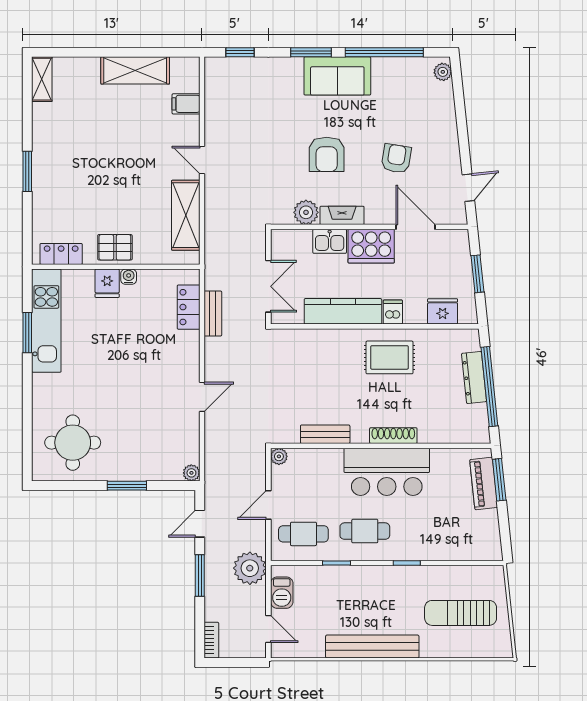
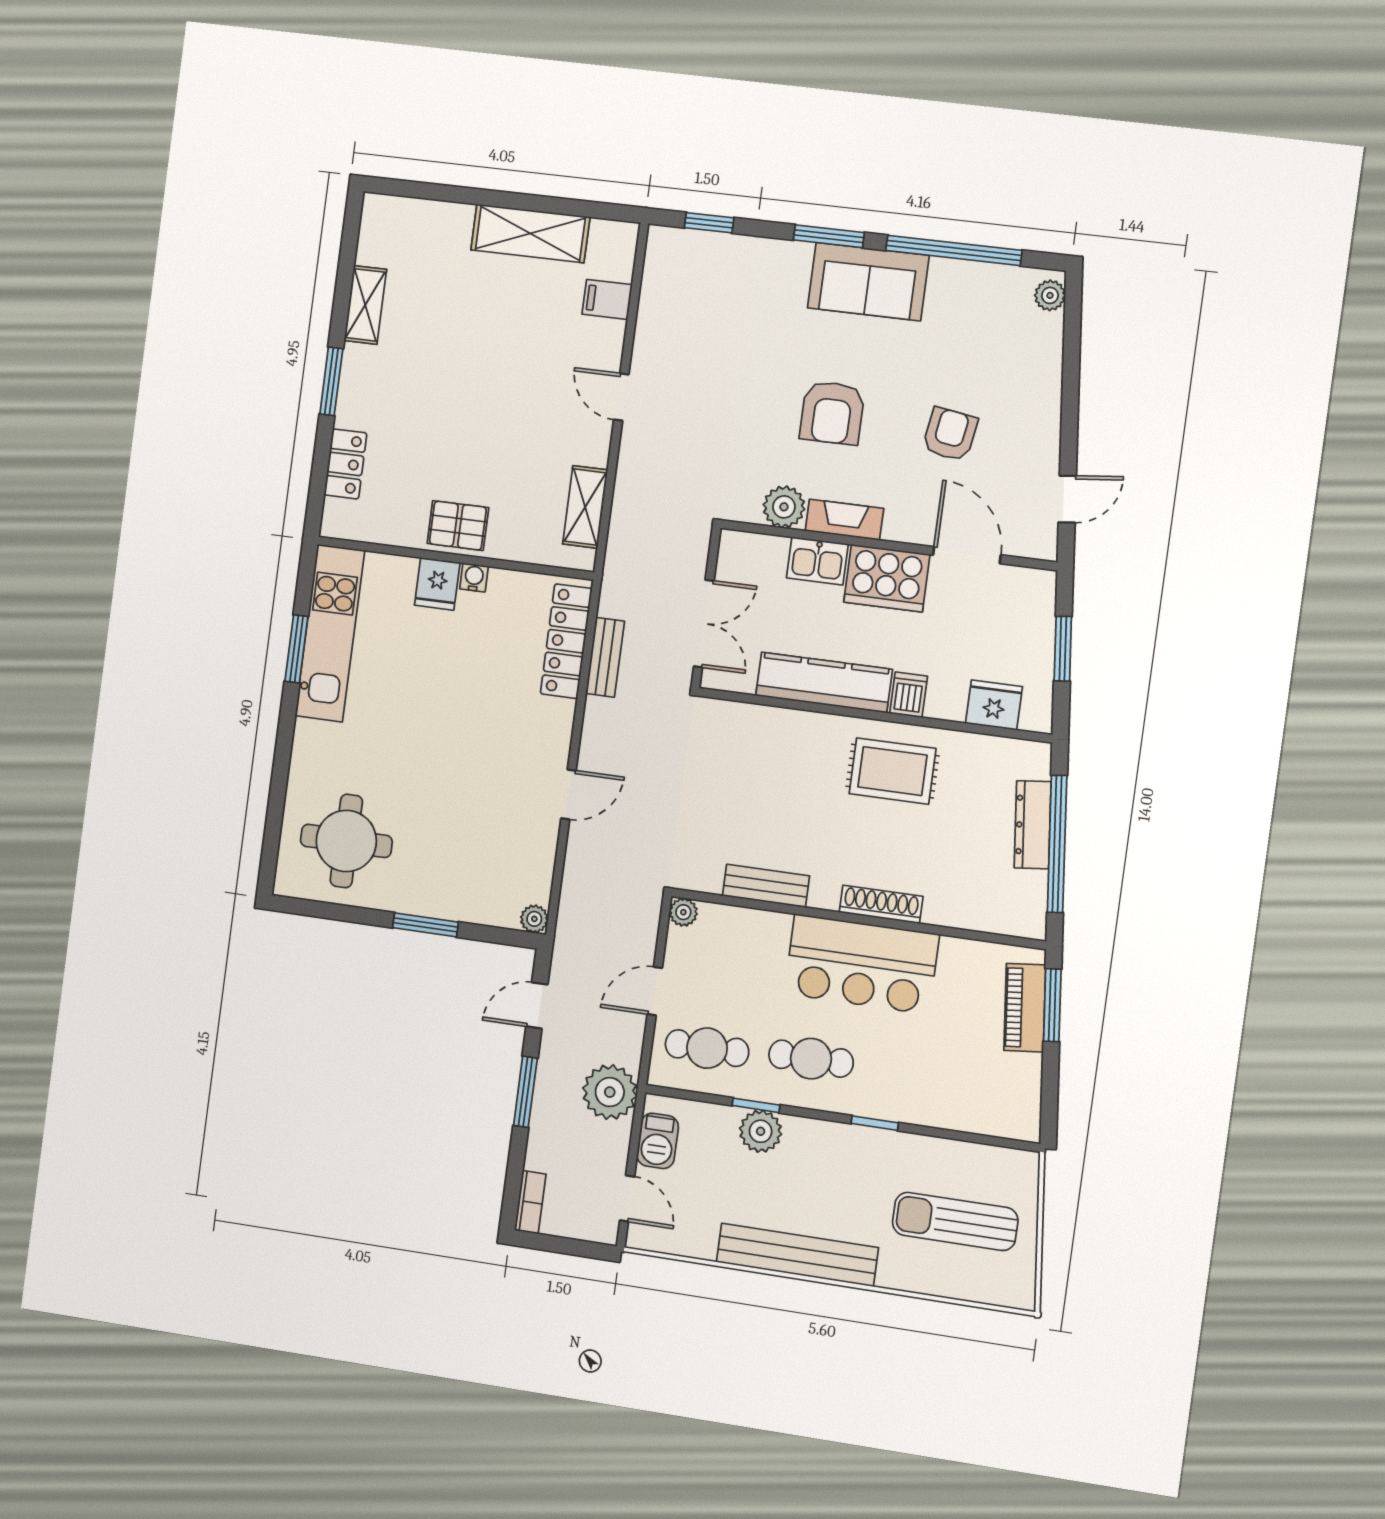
shelving: (42, 79) -> (365, 305), moved
shelving: (186, 215) -> (585, 507), width x0.67, depth x0.75
locker: (61, 254) -> (345, 464), moved, turned 90
locker: (189, 307) -> (566, 641), width x1.53
plant: (341, 578) -> (761, 1131), added

